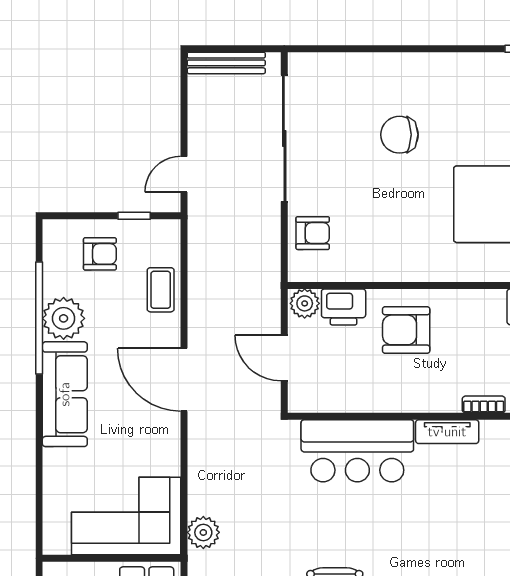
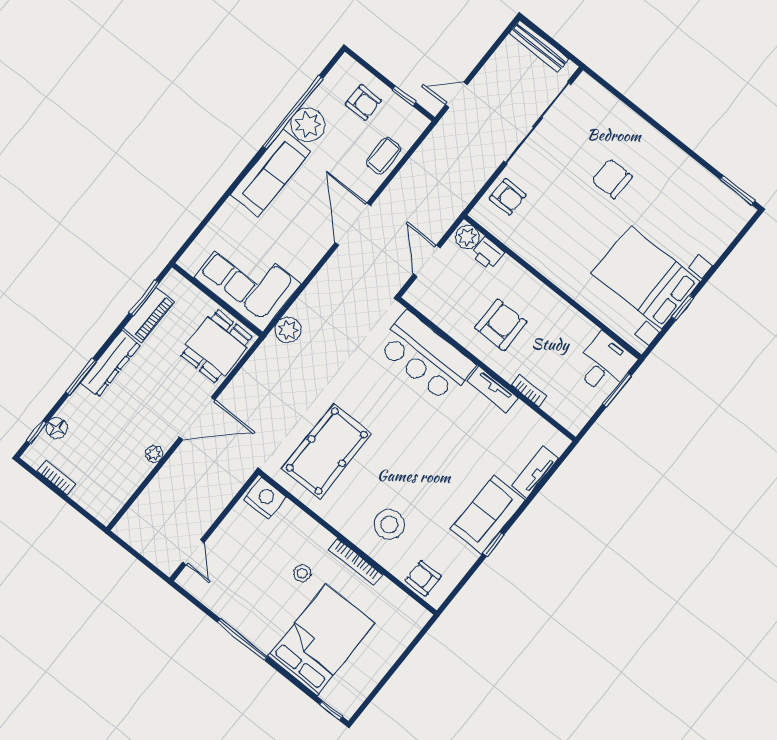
printer: (344, 307) -> (488, 254), width x0.73, depth x0.81
armchair: (406, 330) -> (501, 325), moved, turned 90

